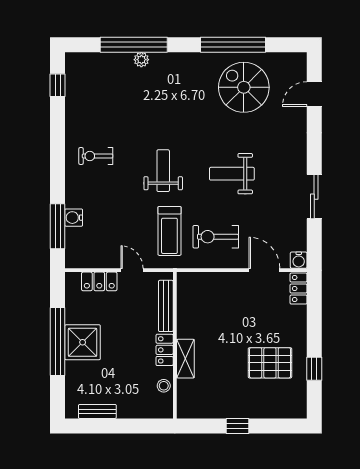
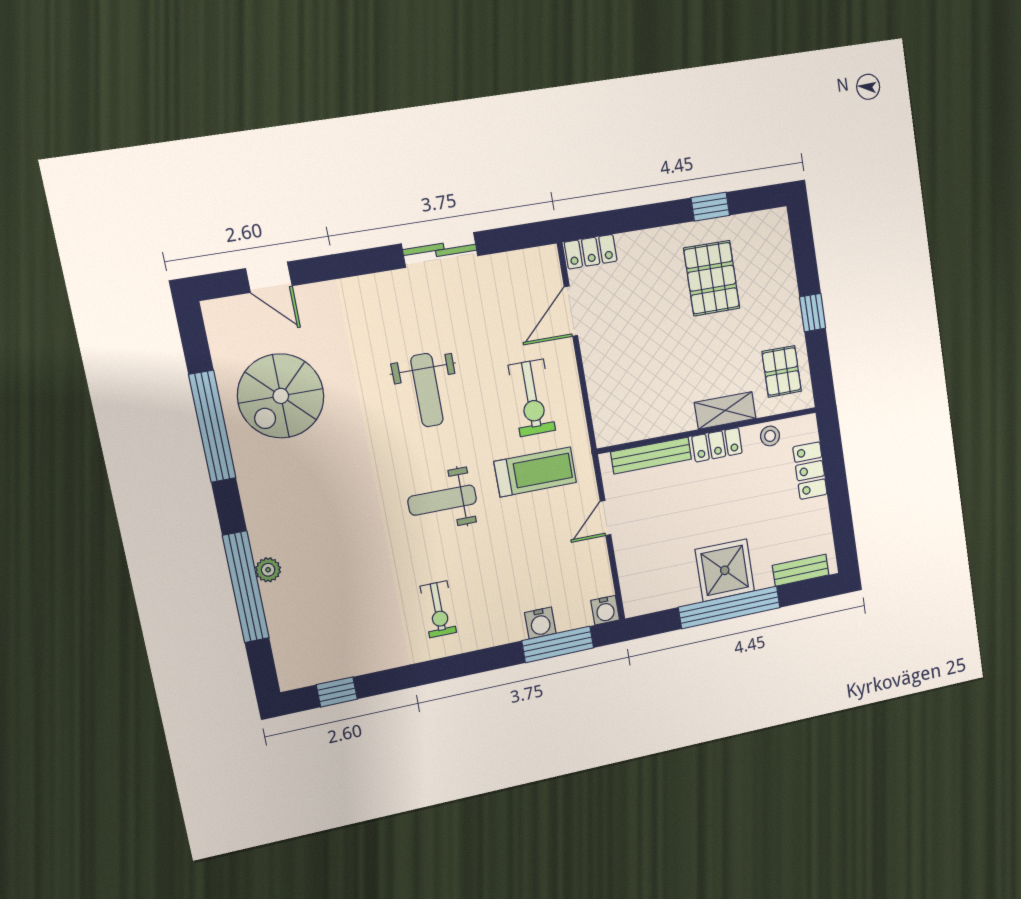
water cooler: (299, 260) -> (605, 610), moved, turned 90
locker: (99, 281) -> (810, 471), moved, turned 180
pallet: (204, 400) -> (782, 371), added
bench: (97, 411) -> (801, 570), moved, turned 90

